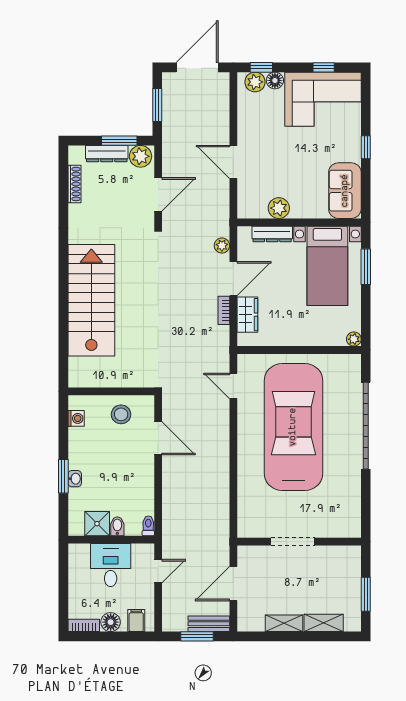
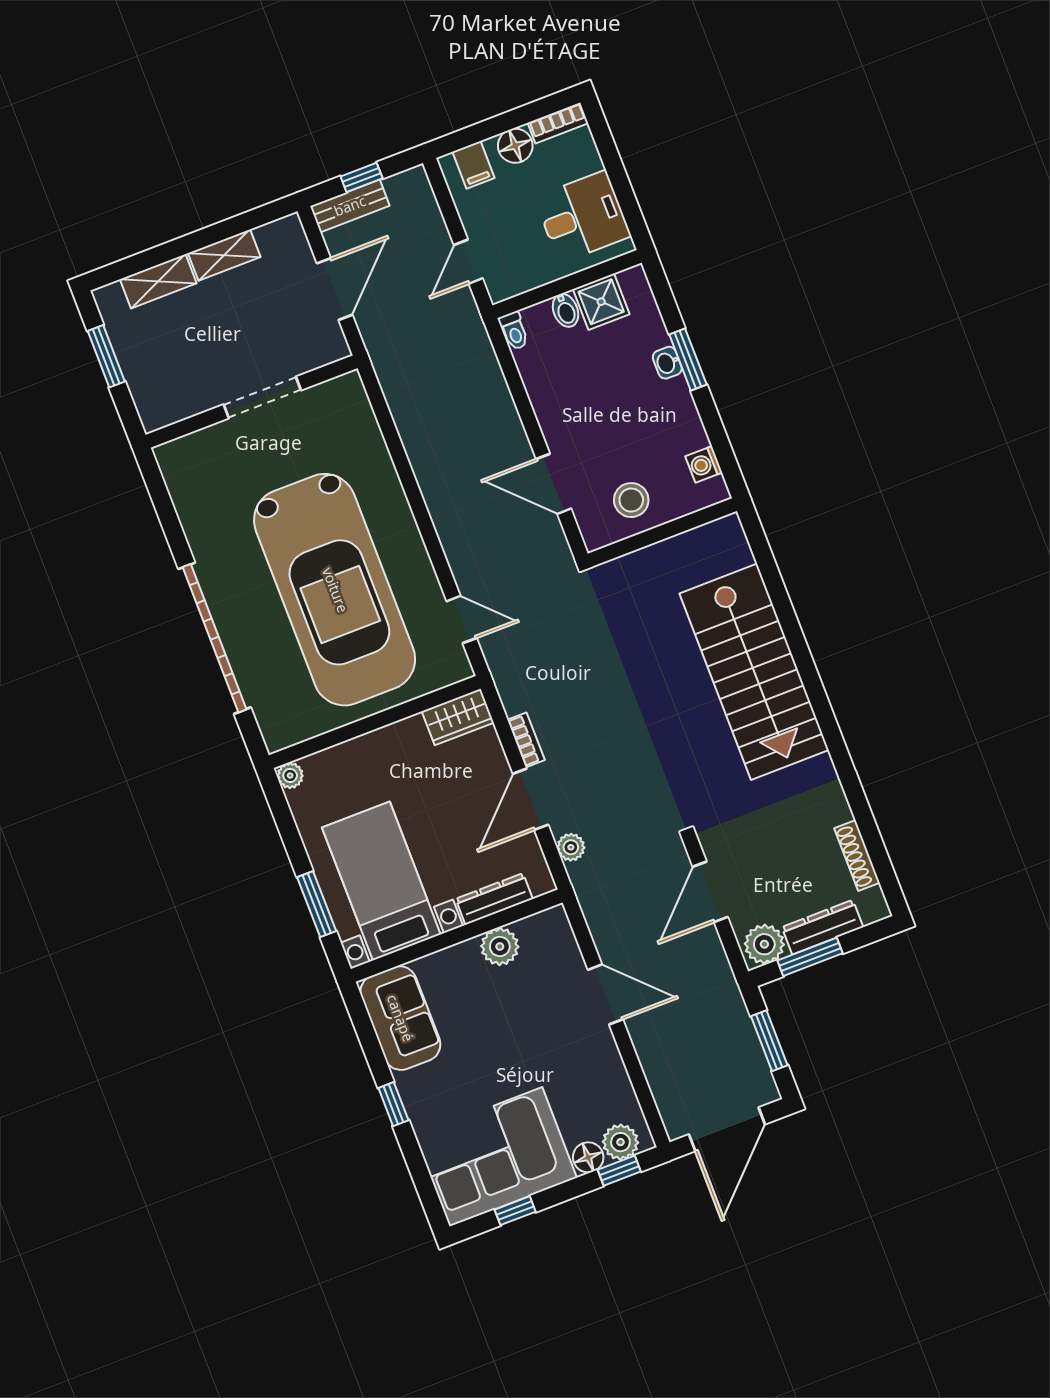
wardrobe: (247, 315) -> (458, 717), moved, turned -90
desk: (111, 565) -> (583, 217), moved, turned -90
window: (197, 636) -> (362, 177), width x0.67

